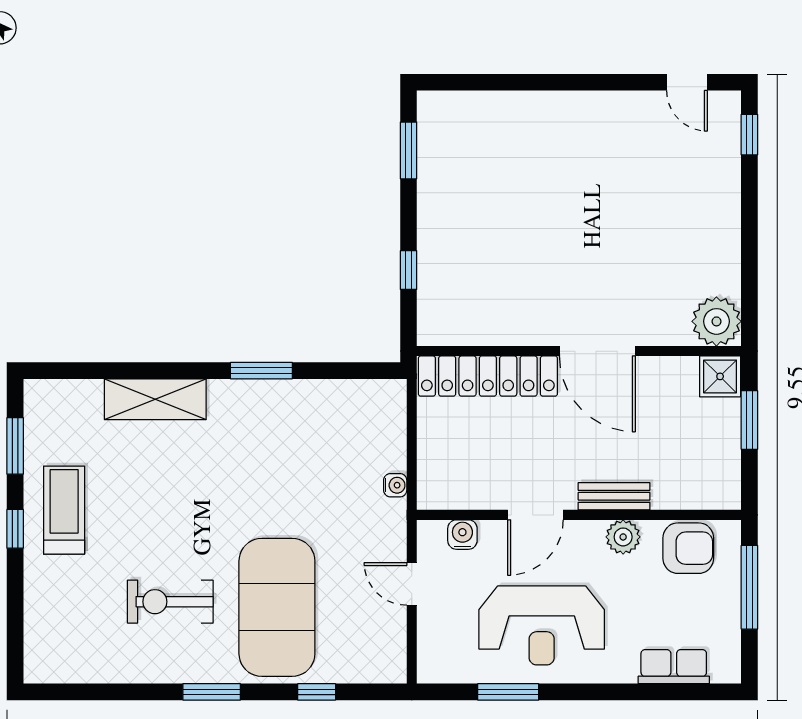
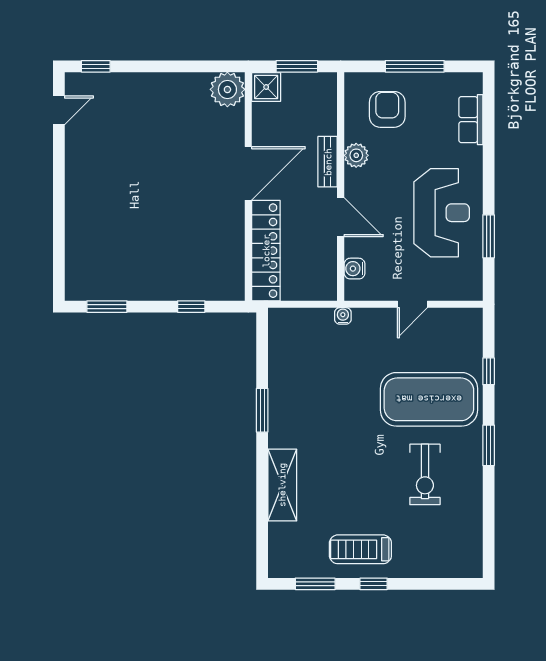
bench: (614, 496) -> (328, 162), moved
door: (535, 515) -> (341, 217), moved
wall: (579, 515) -> (341, 186), moved
water cooler: (462, 535) -> (355, 269), moved
plant: (623, 537) -> (356, 155), moved

